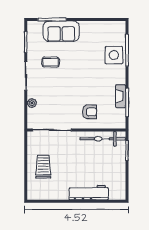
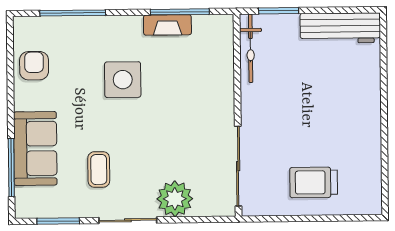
side table: (114, 55) -> (123, 80), moved
plant: (32, 103) -> (175, 199), width x1.87, depth x1.87
armchair: (89, 112) -> (34, 66), moved
bicycle: (103, 139) -> (251, 48), width x0.73, depth x0.71
workbench: (89, 193) -> (340, 28), moved, turned -90

